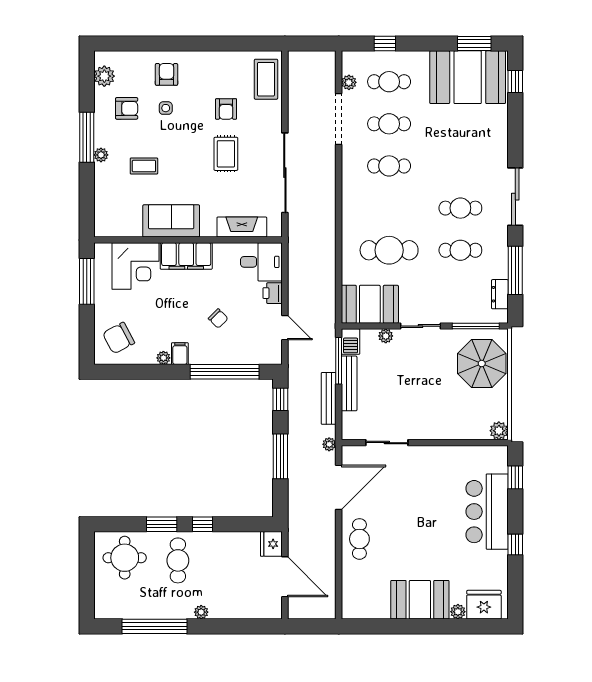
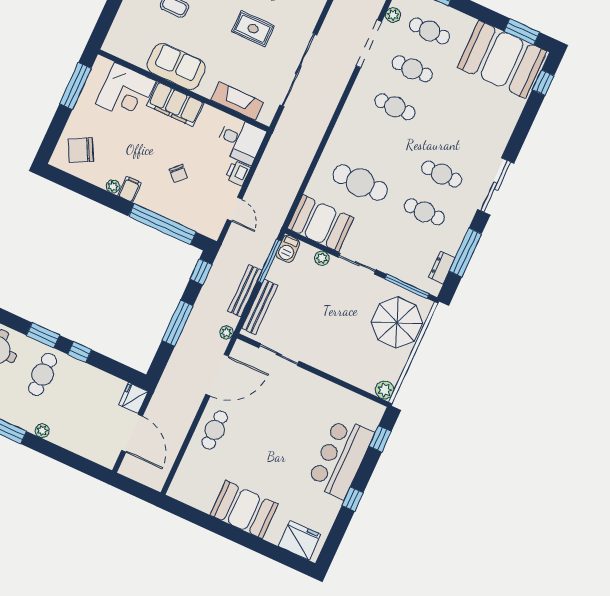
rug: (226, 154) -> (253, 29), turned 90
bench: (349, 383) -> (260, 307), moved
plant: (458, 612) -> (273, 536), removed

